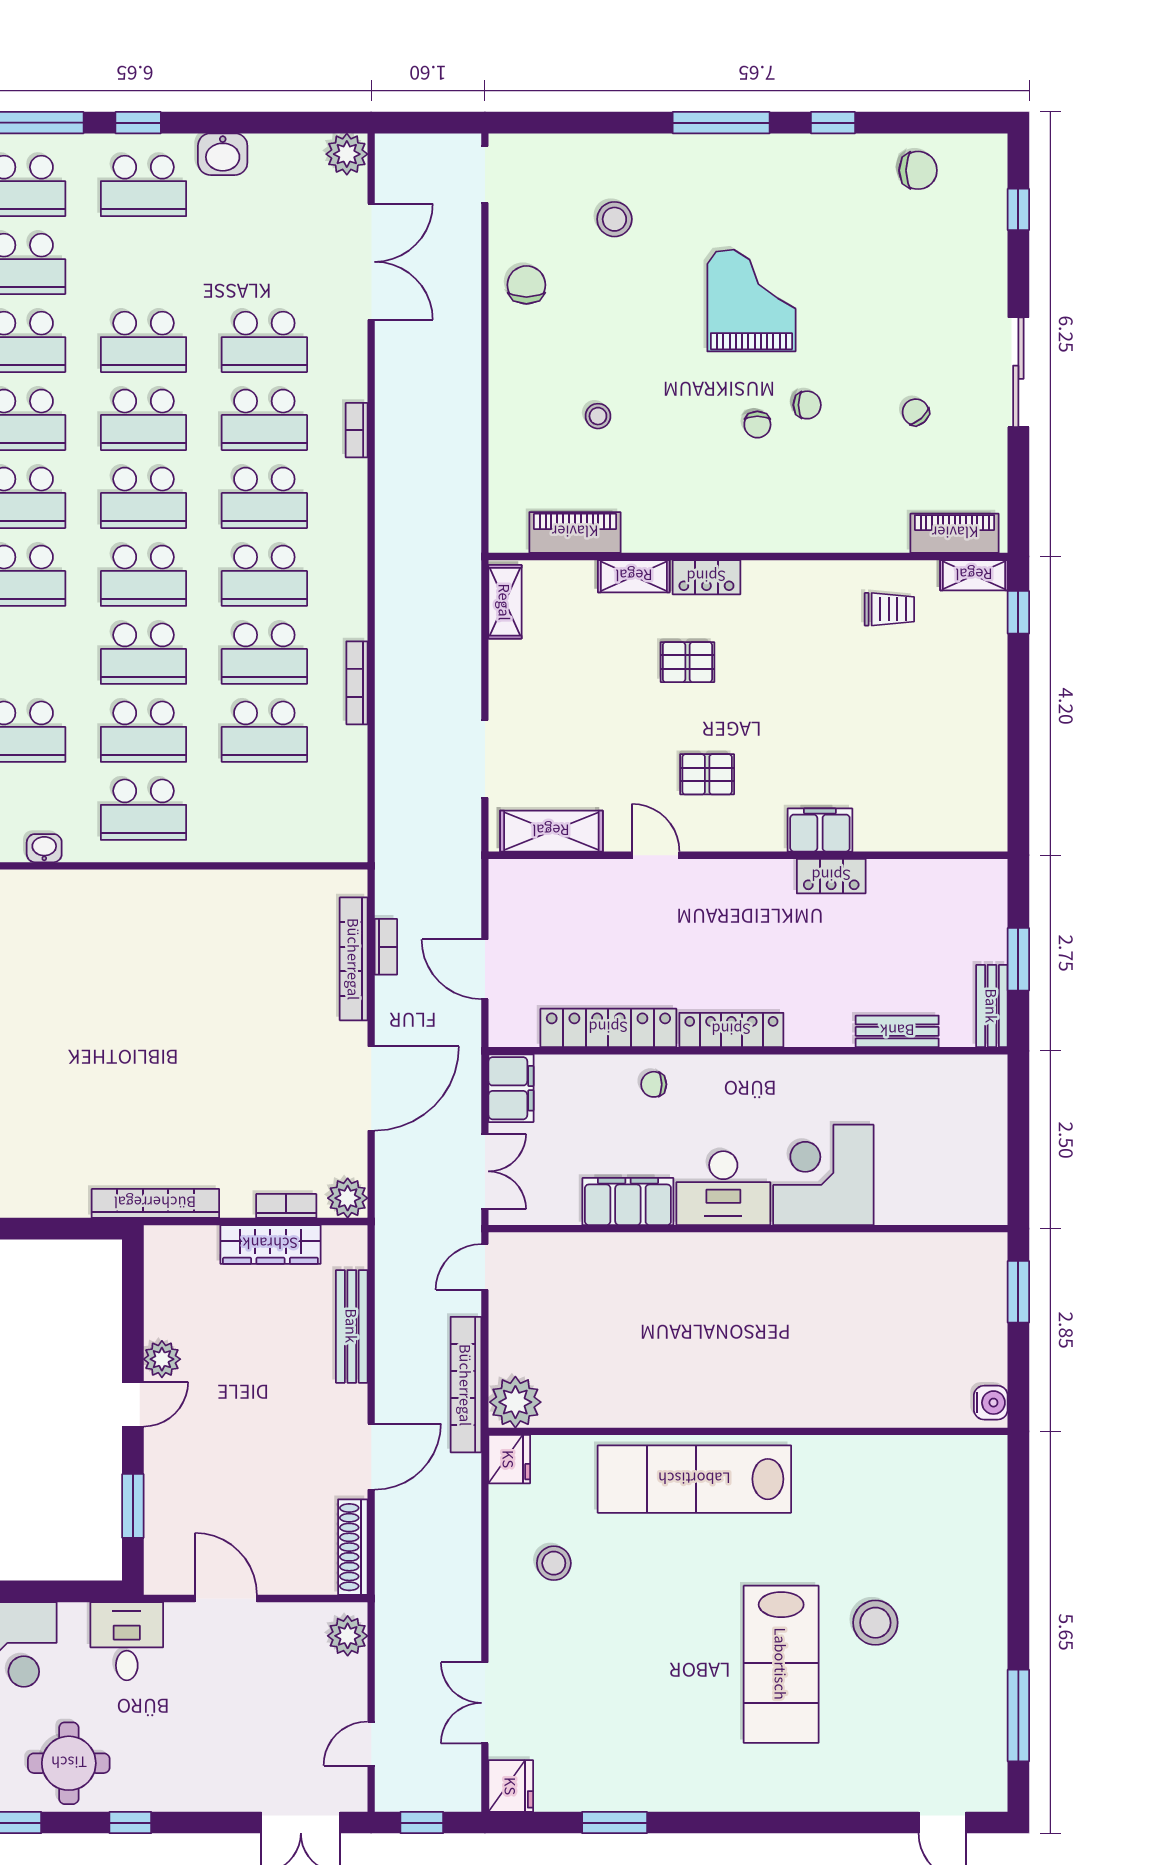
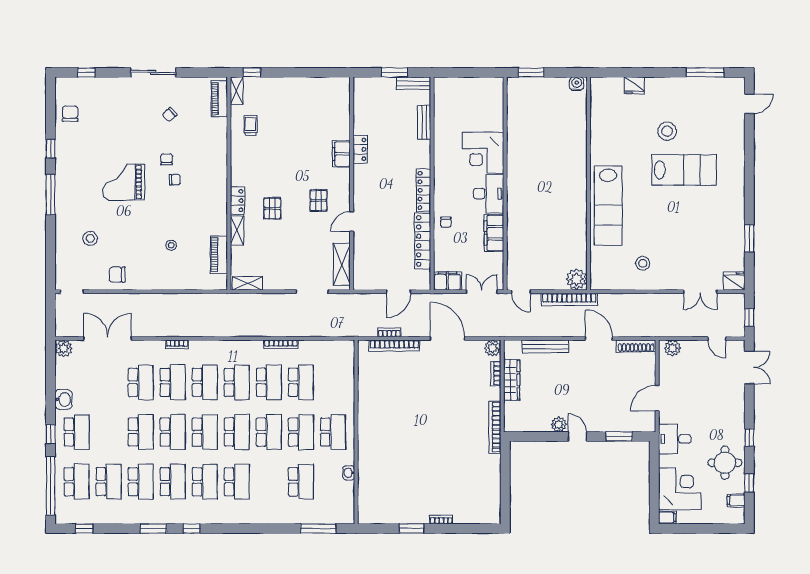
fridge: (509, 1459) -> (634, 85), moved, turned 180

